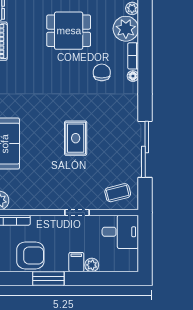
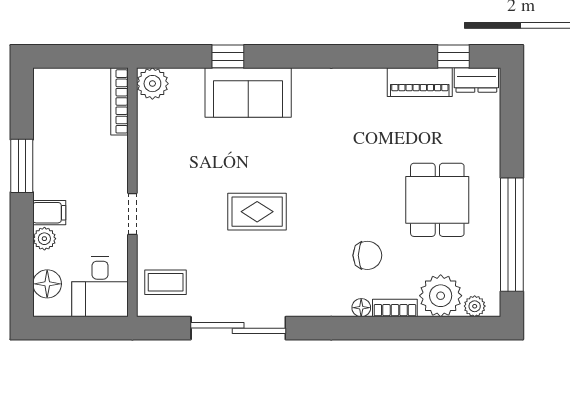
coffee table: (118, 193) -> (166, 282), turned -76
armchair: (30, 255) -> (60, 136), removed
floor lamp: (119, 263) -> (47, 284), added

